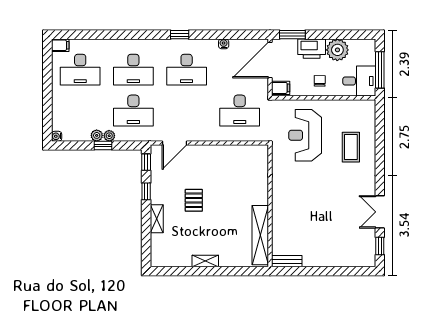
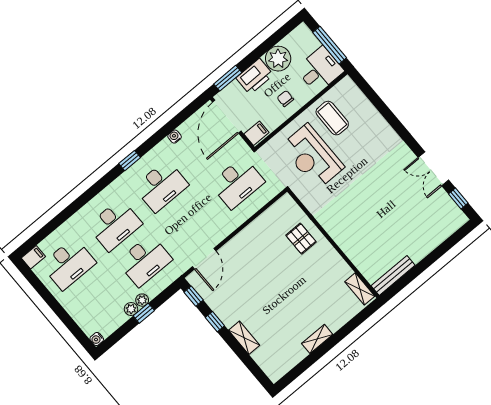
coffee table: (351, 147) -> (332, 118), moved
pallet: (194, 200) -> (301, 239), moved
shelving: (260, 235) -> (360, 289), width x0.45, depth x0.75
bench: (287, 261) -> (393, 276), width x1.36

